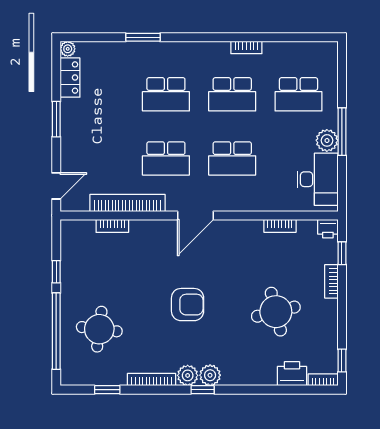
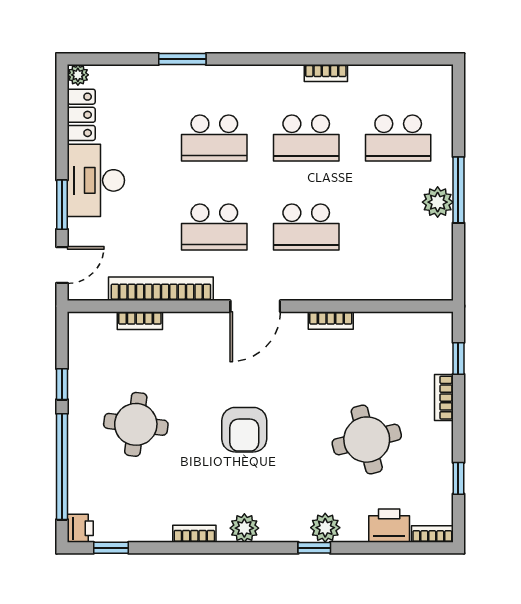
window: (56, 119) -> (62, 205), moved
desk: (318, 179) -> (96, 180), moved, turned 180
bookcase: (280, 226) -> (331, 321), moved
printer: (328, 229) -> (80, 528), moved, turned -90
armchair: (188, 305) -> (244, 430), turned 90
round table: (99, 329) -> (136, 424), moved
window: (342, 361) -> (458, 478), moved
plant: (210, 375) -> (325, 528), moved
bookcase: (152, 380) -> (194, 534), width x0.64
window: (107, 390) -> (111, 548), moved
window: (203, 390) -> (314, 548), moved

